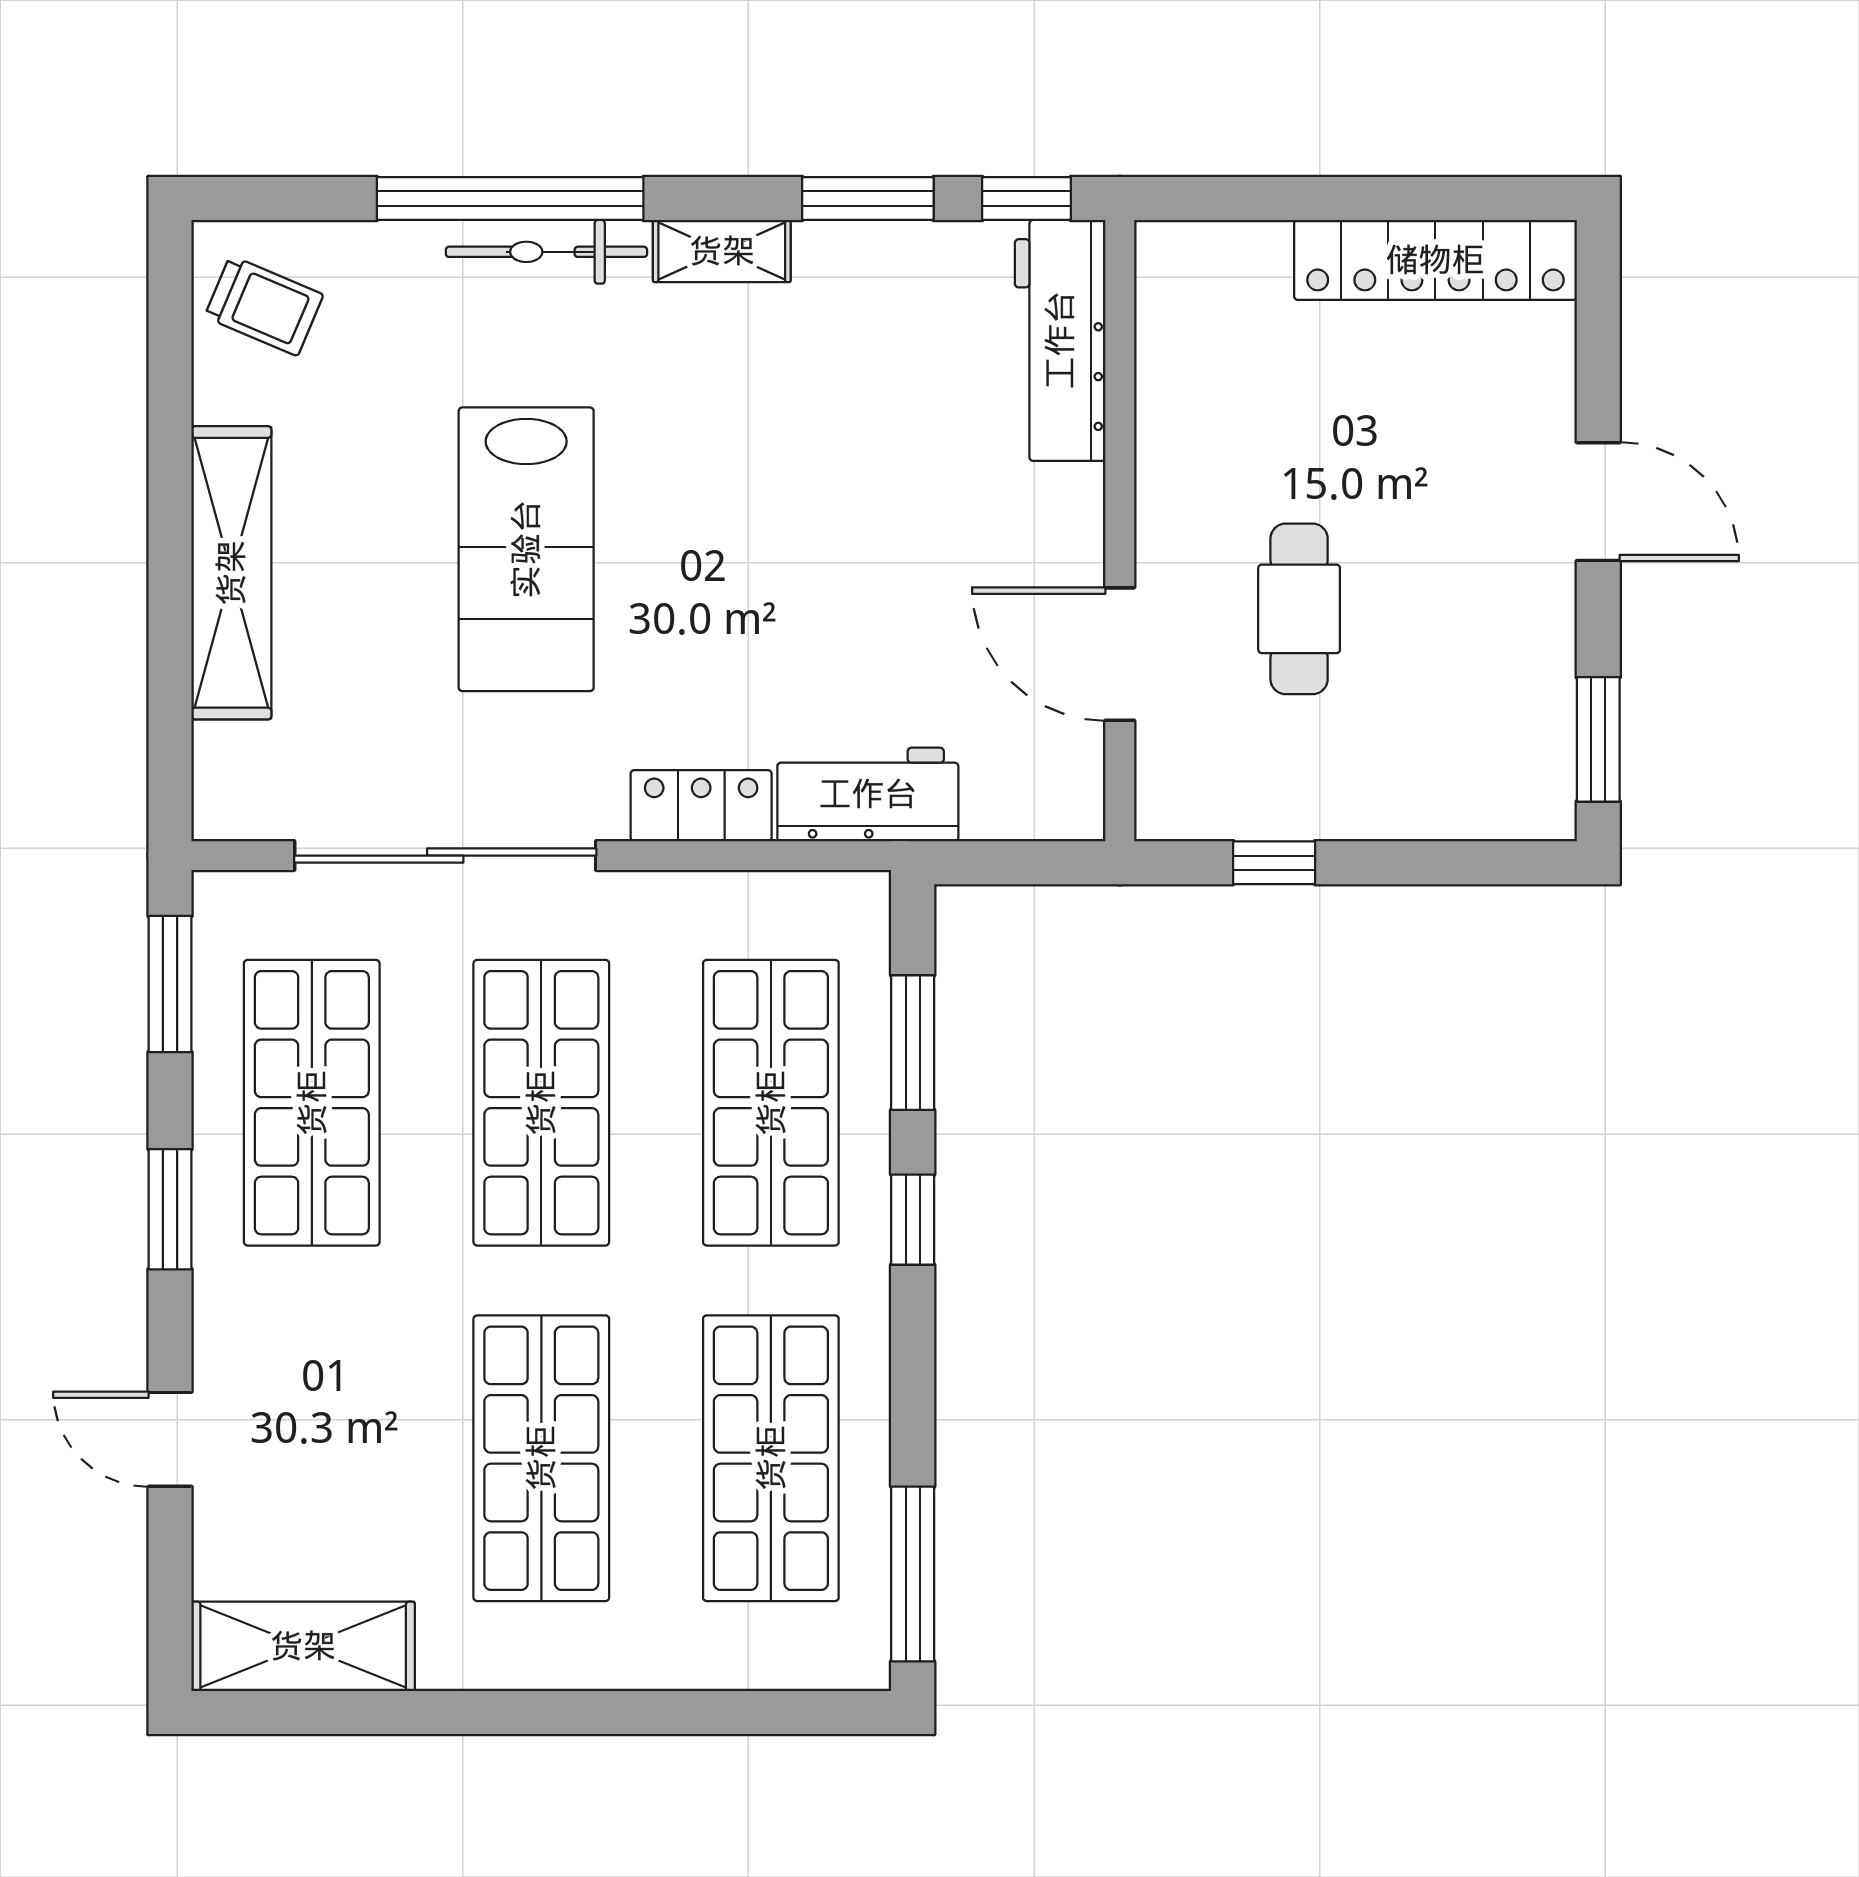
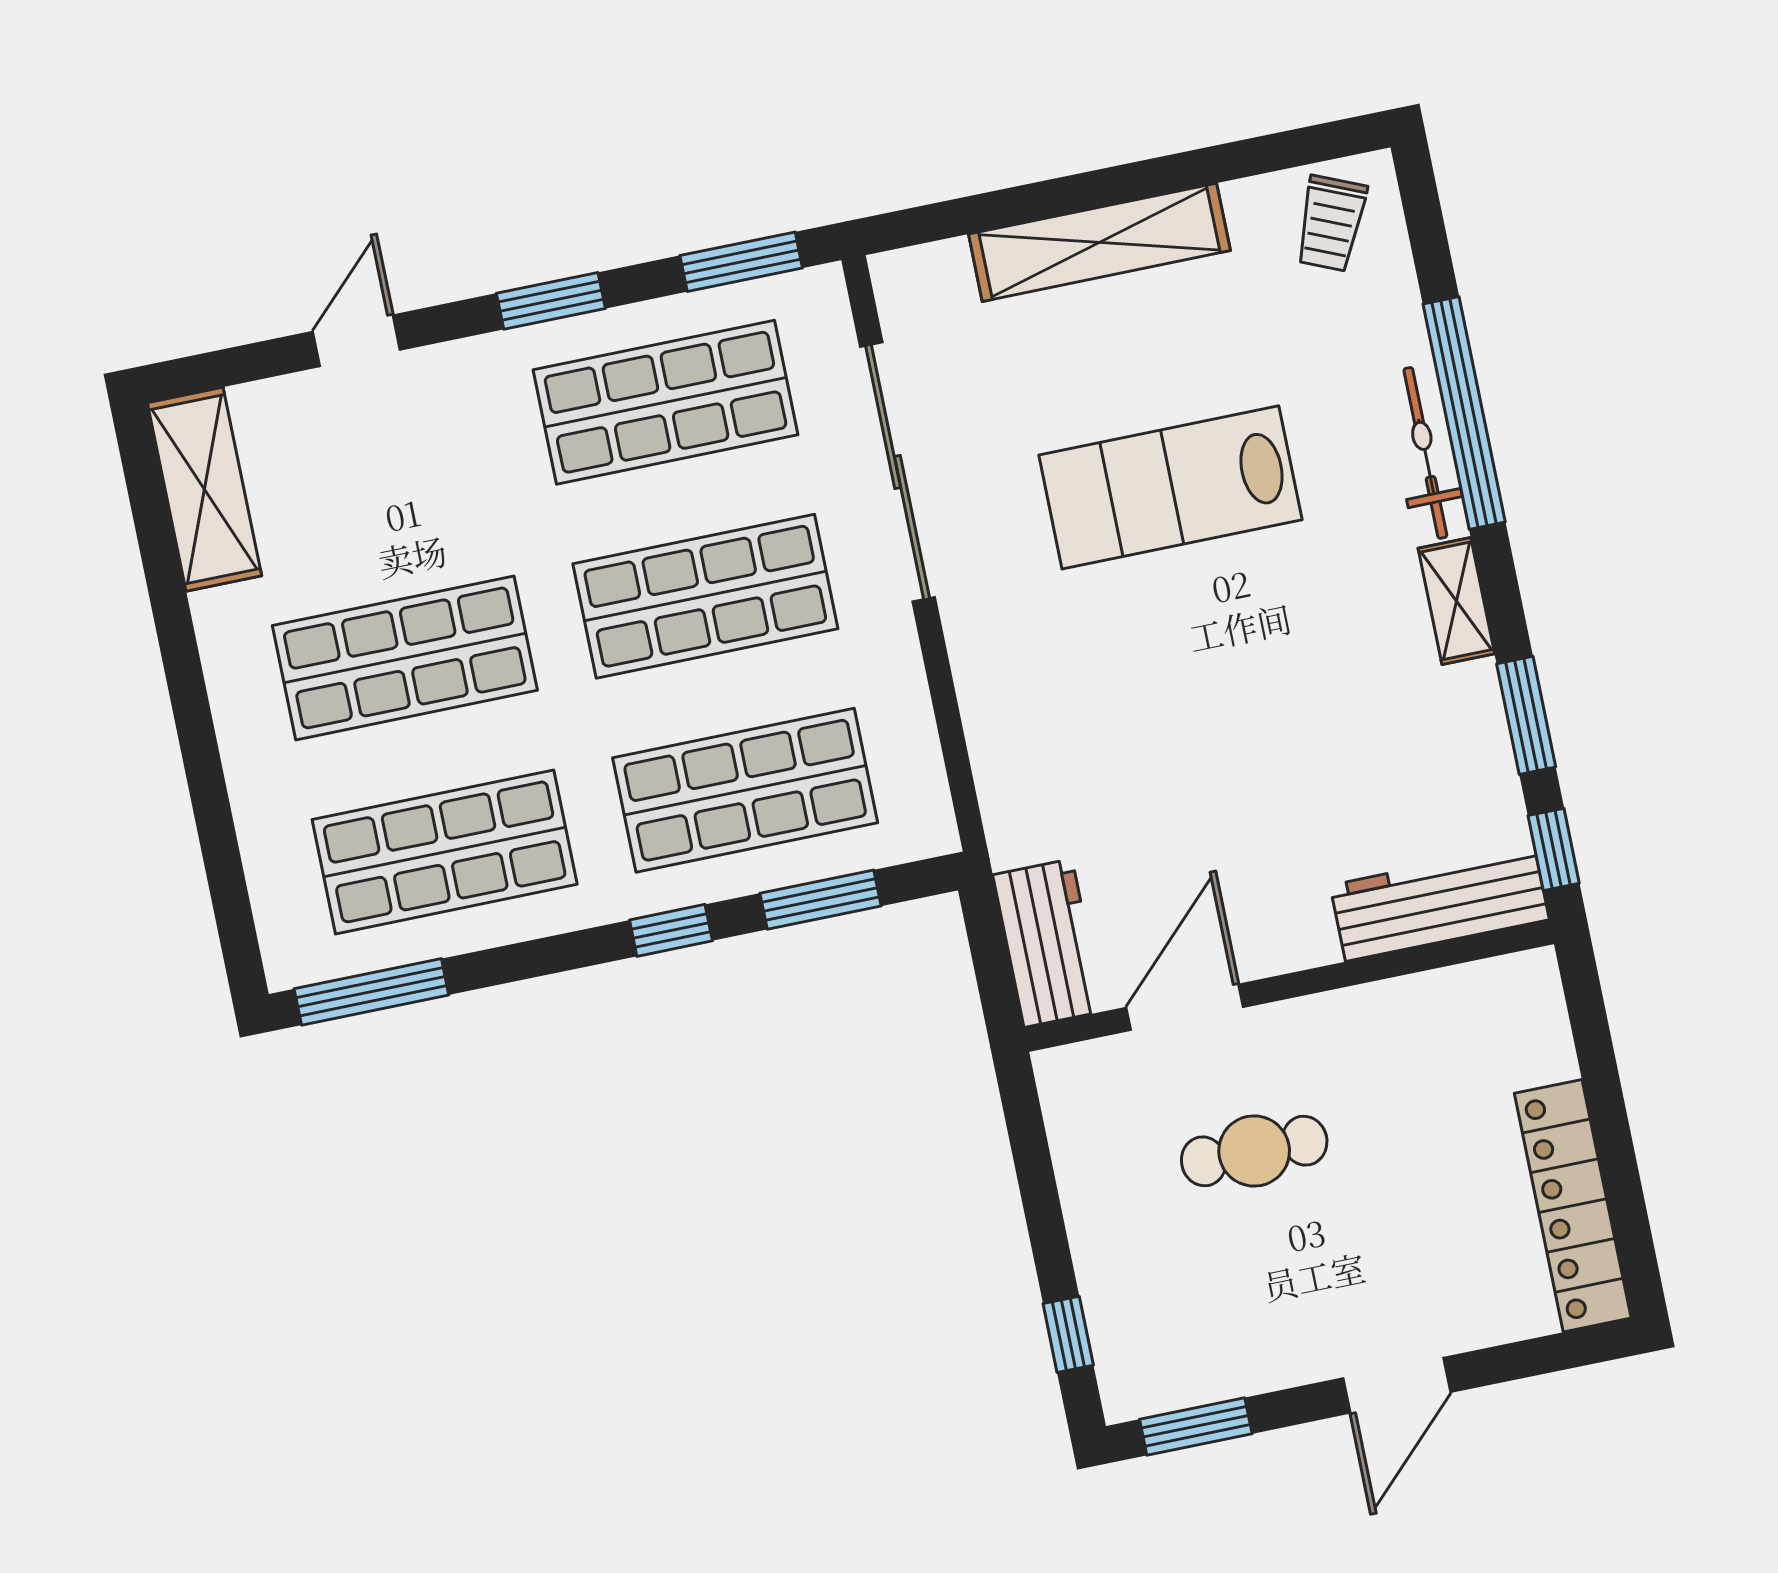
workbench: (868, 794) -> (1048, 943), moved
locker: (701, 806) -> (984, 680), removed
window: (1274, 863) -> (1068, 1334), moved

